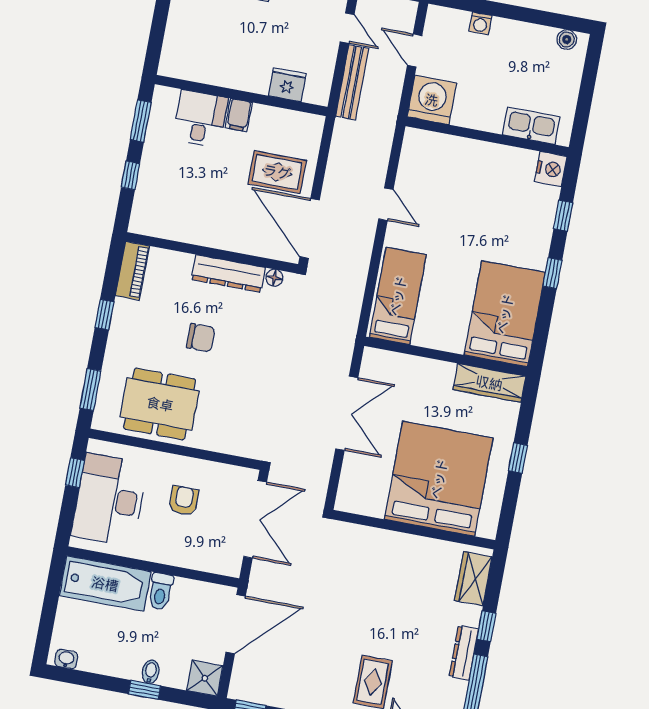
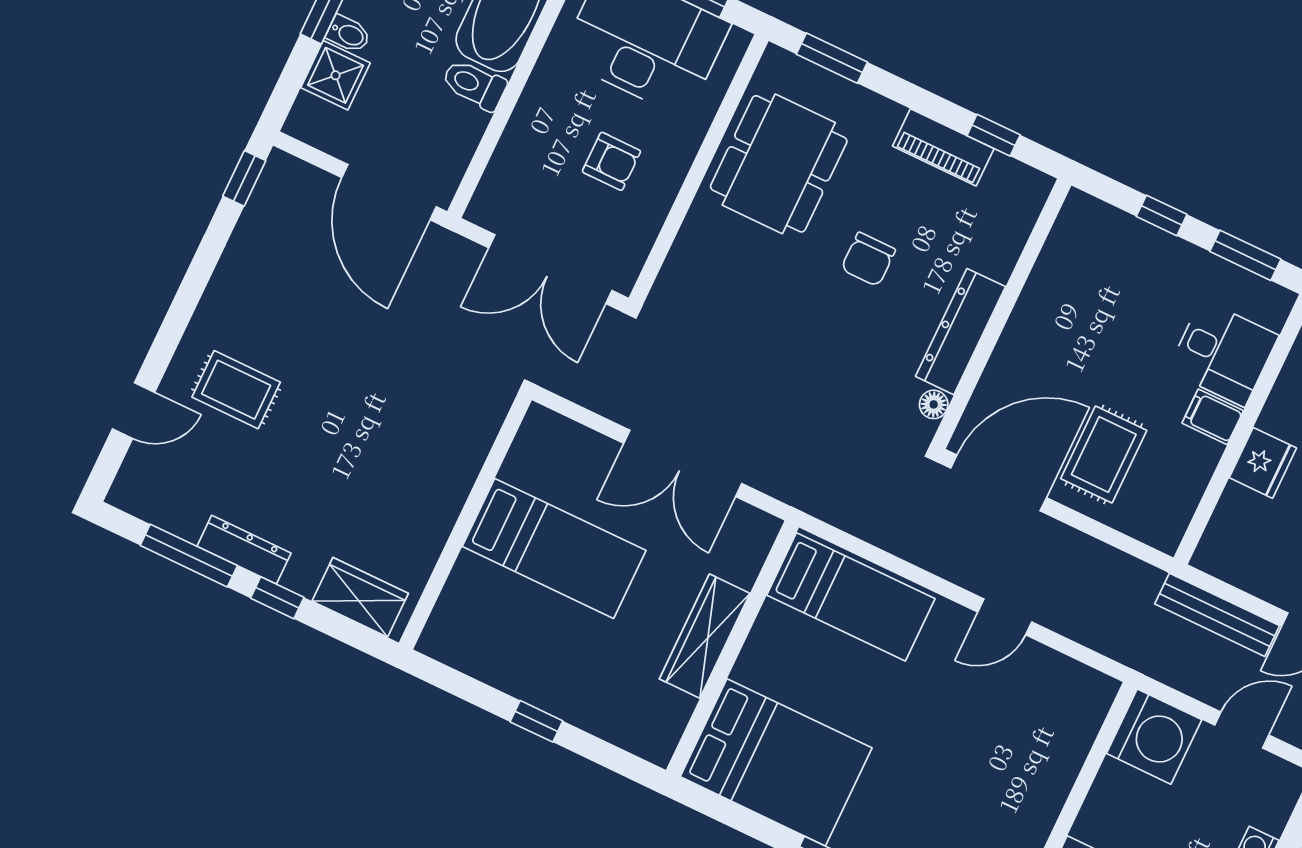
fridge: (287, 85) -> (1263, 463), moved
piano: (132, 271) -> (943, 147), moved
window: (104, 315) -> (994, 135), moved
wardrobe: (489, 383) -> (705, 636), moved
bed: (439, 479) -> (554, 548), width x0.49
shower: (205, 678) -> (336, 75), moved

